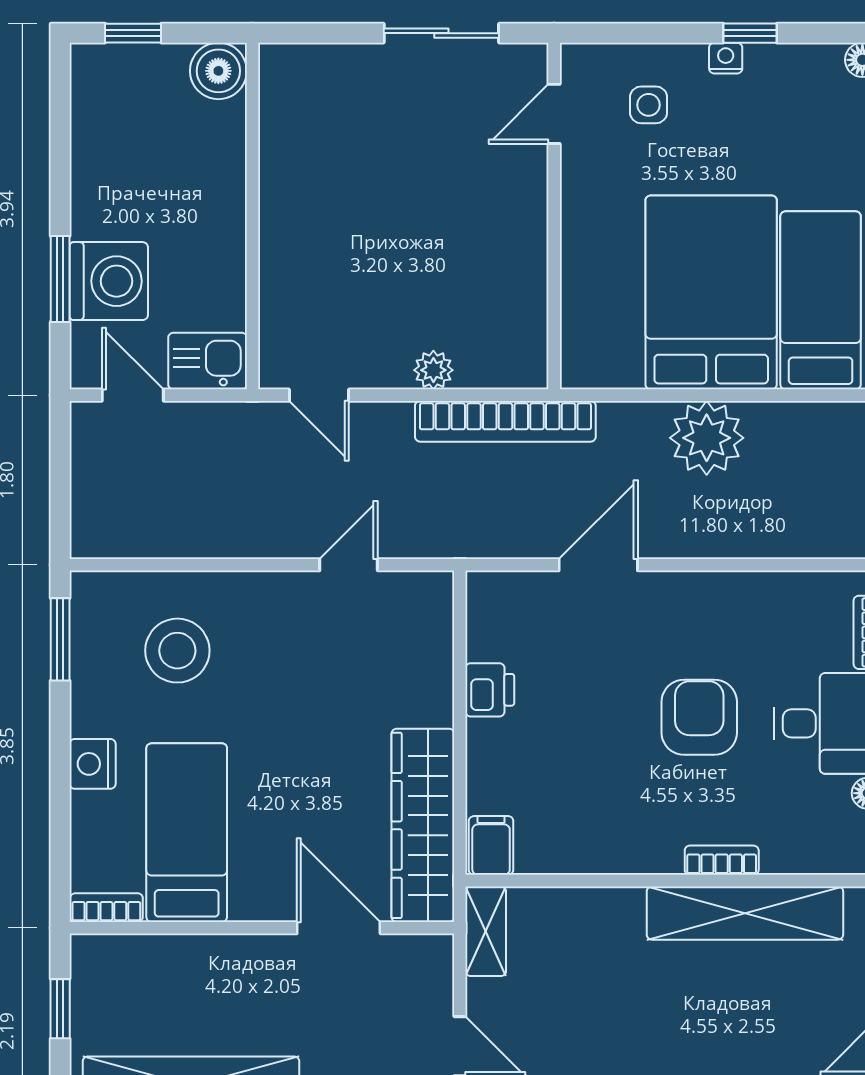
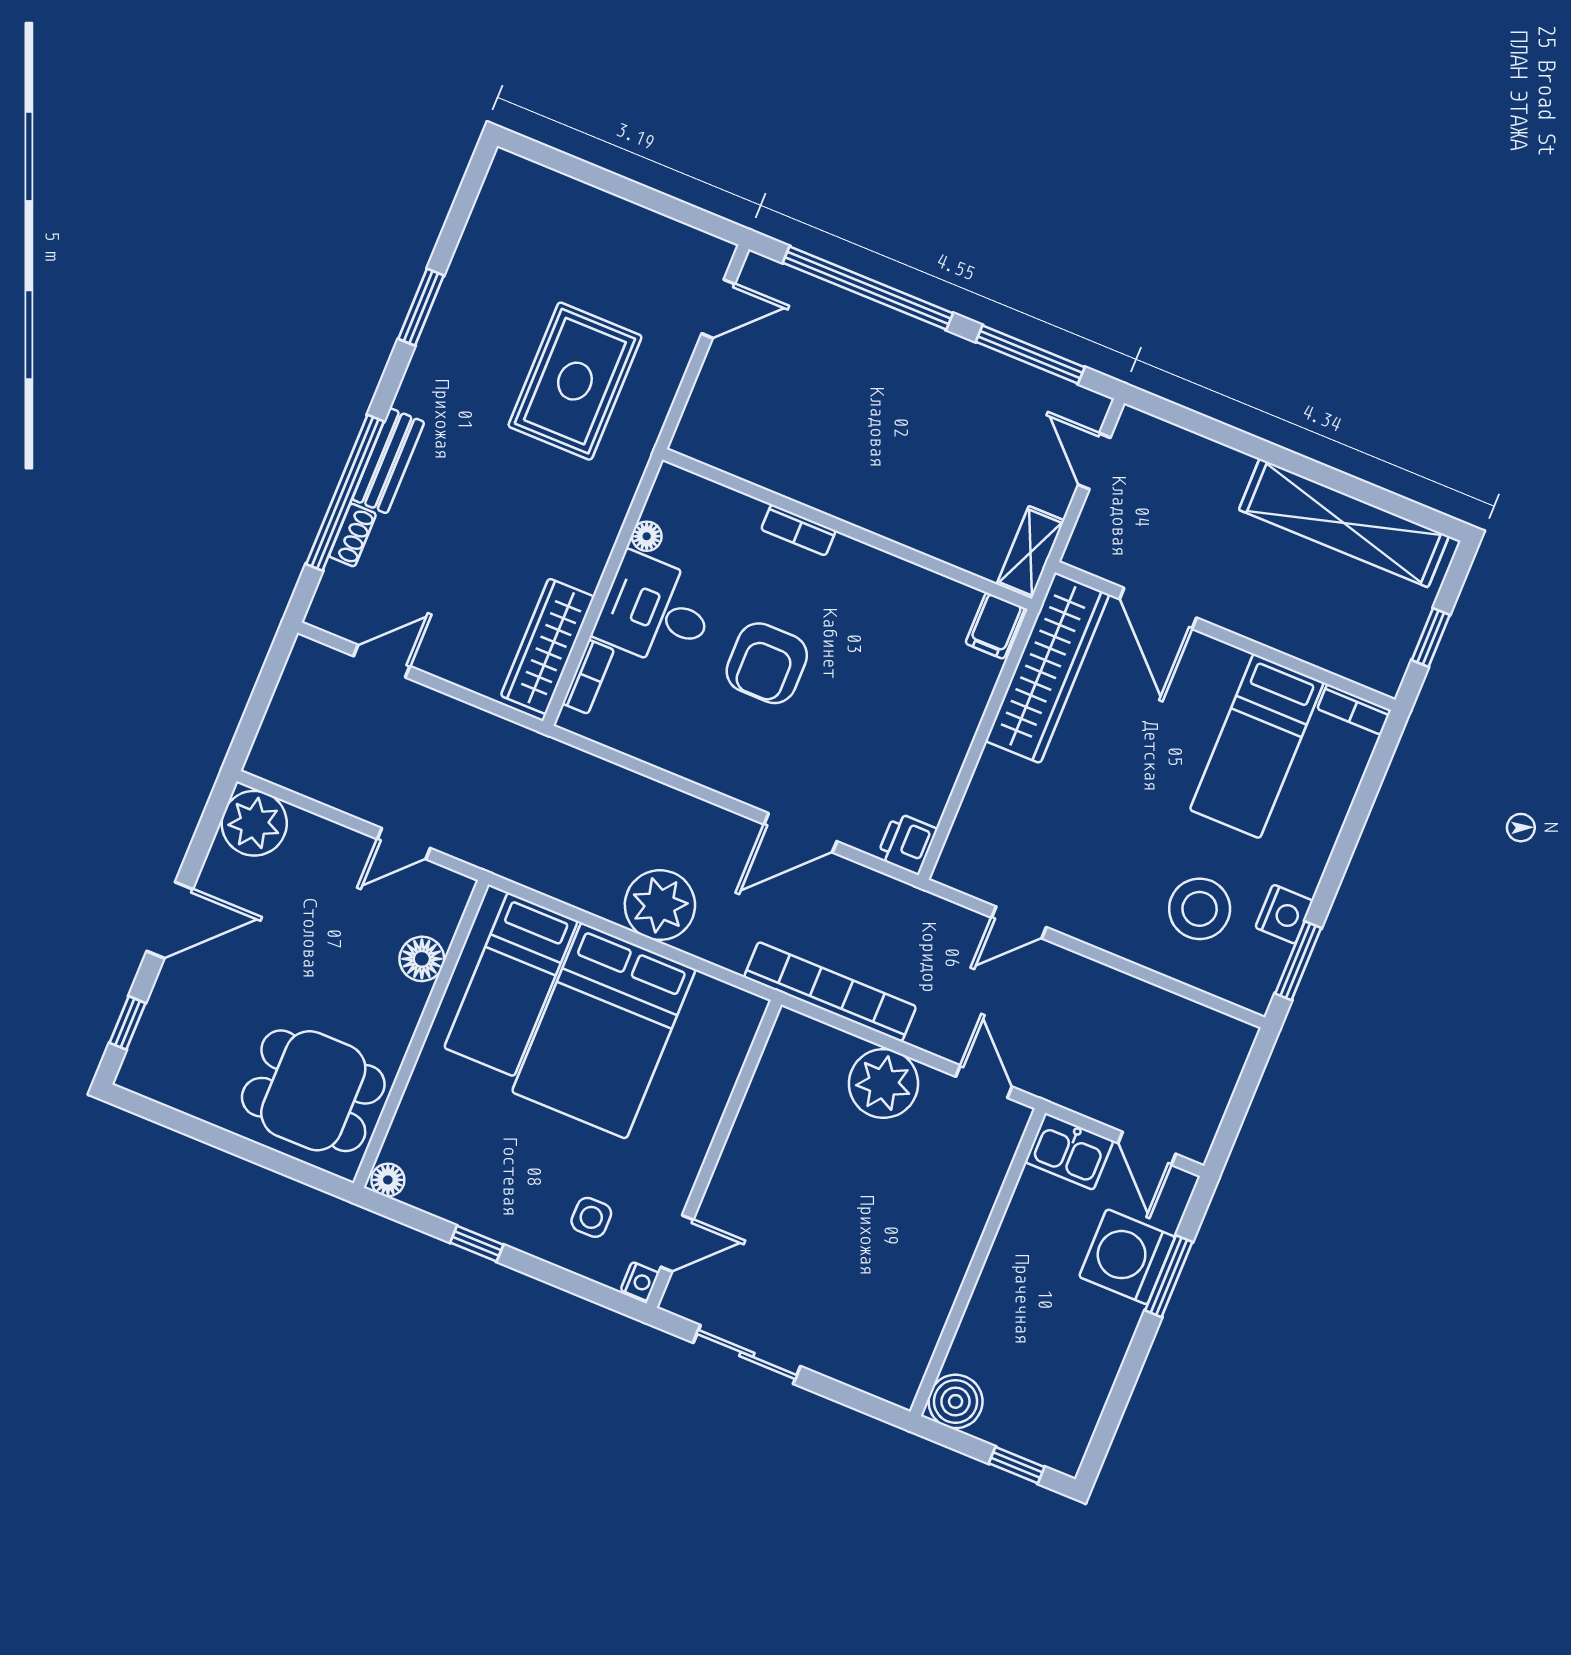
nightstand: (726, 58) -> (640, 1281), moved, turned -90
plant: (433, 370) -> (883, 1083), width x1.88, depth x1.88
printer: (490, 690) -> (907, 843), moved
nightstand: (93, 764) -> (1284, 914), moved
shelving: (745, 913) -> (797, 475), removed

